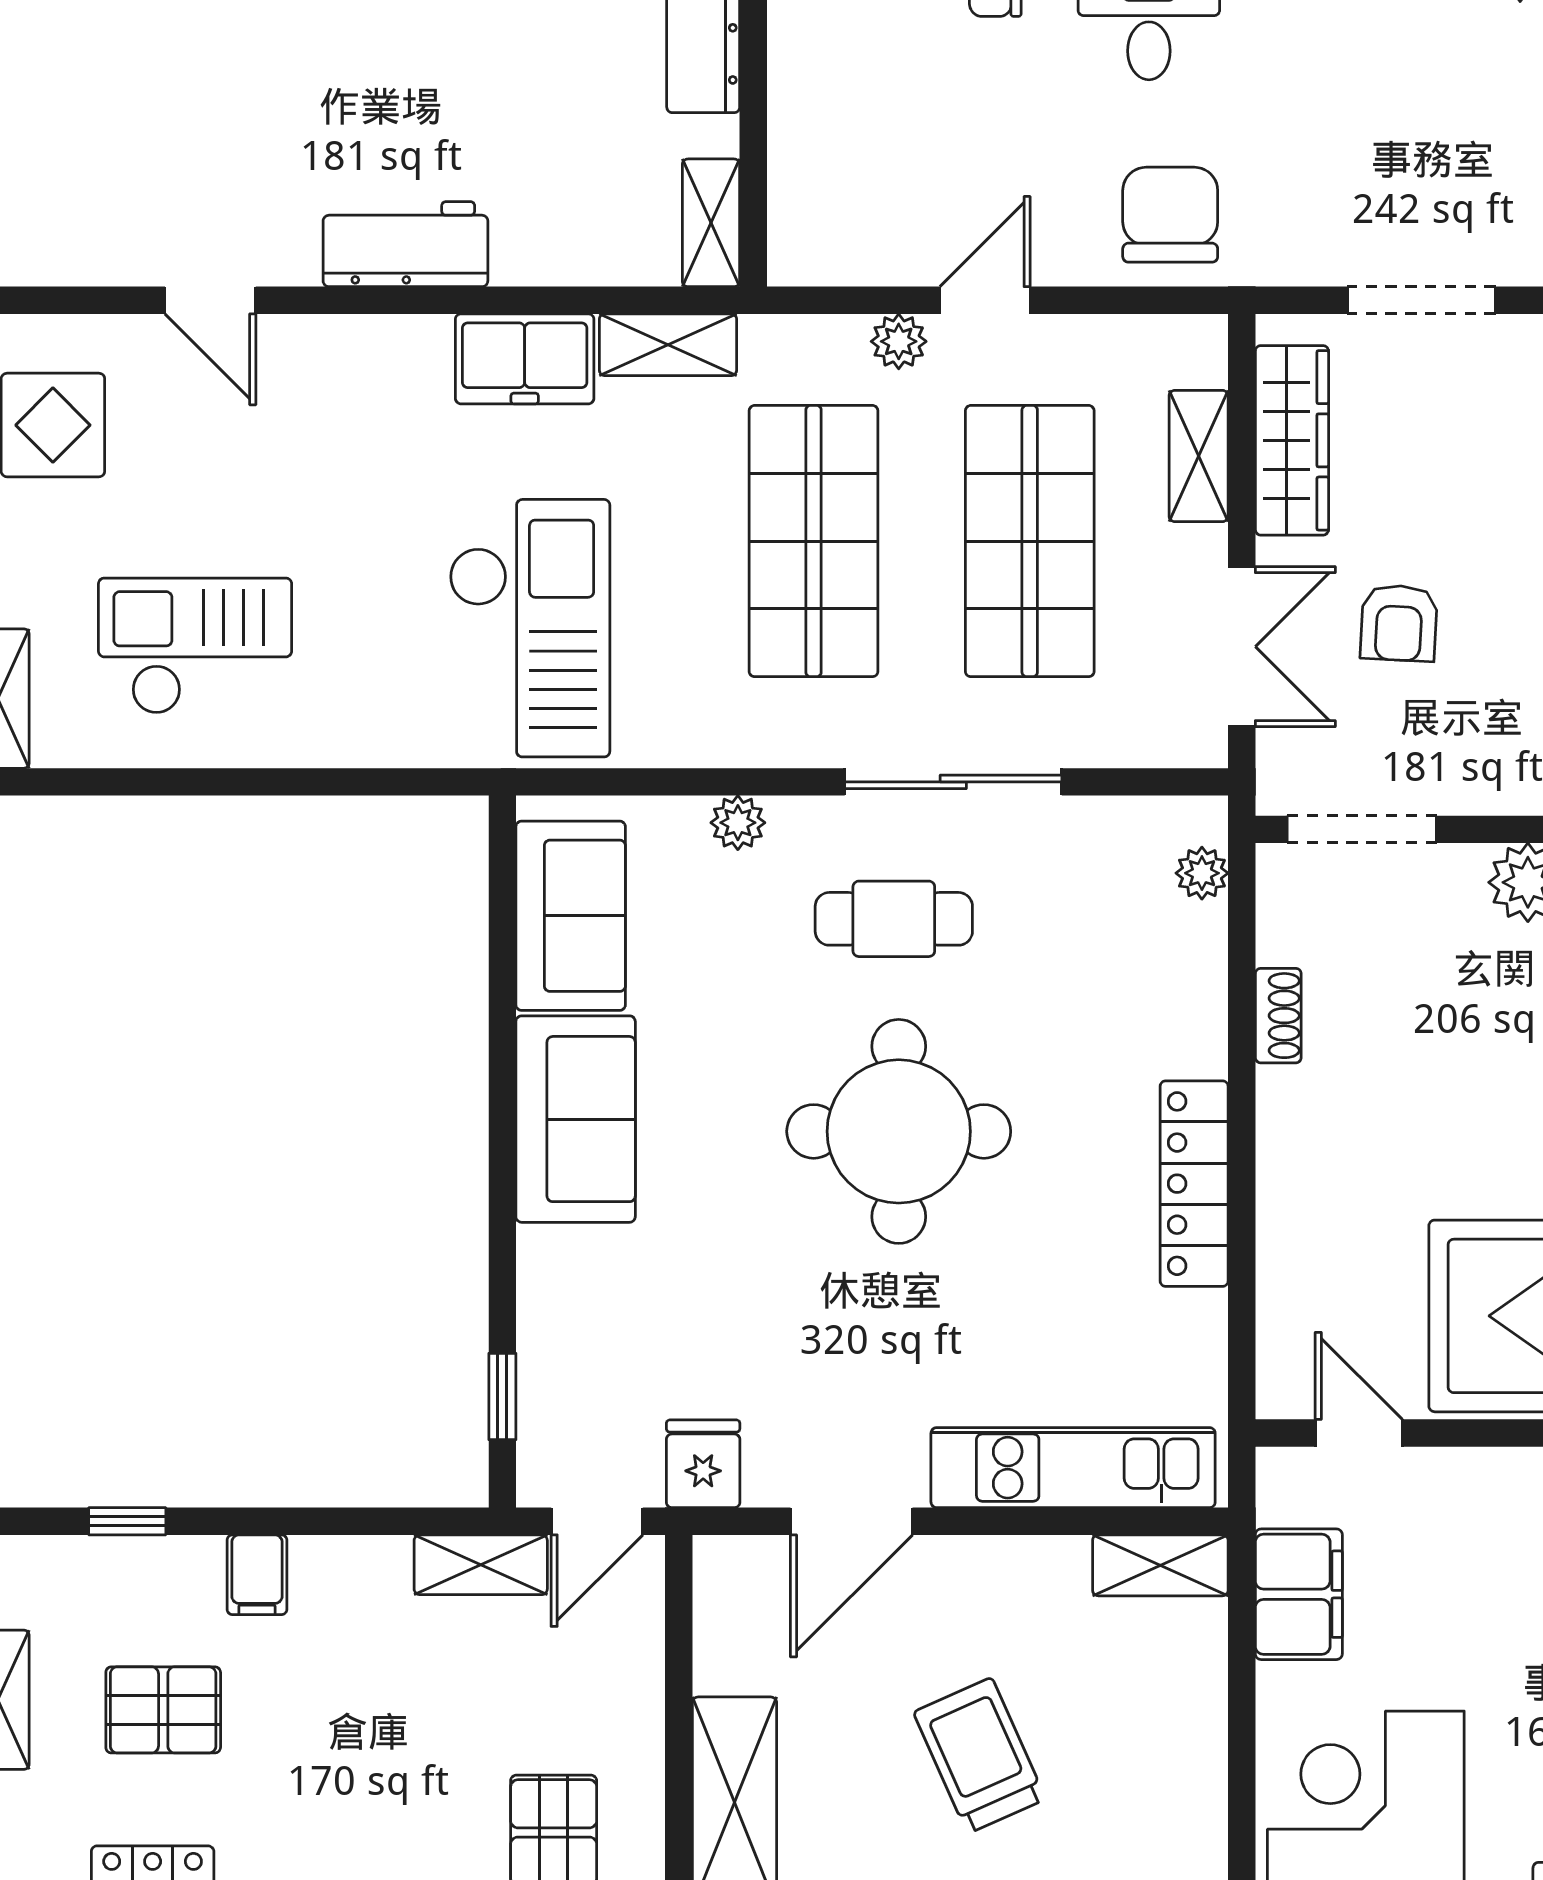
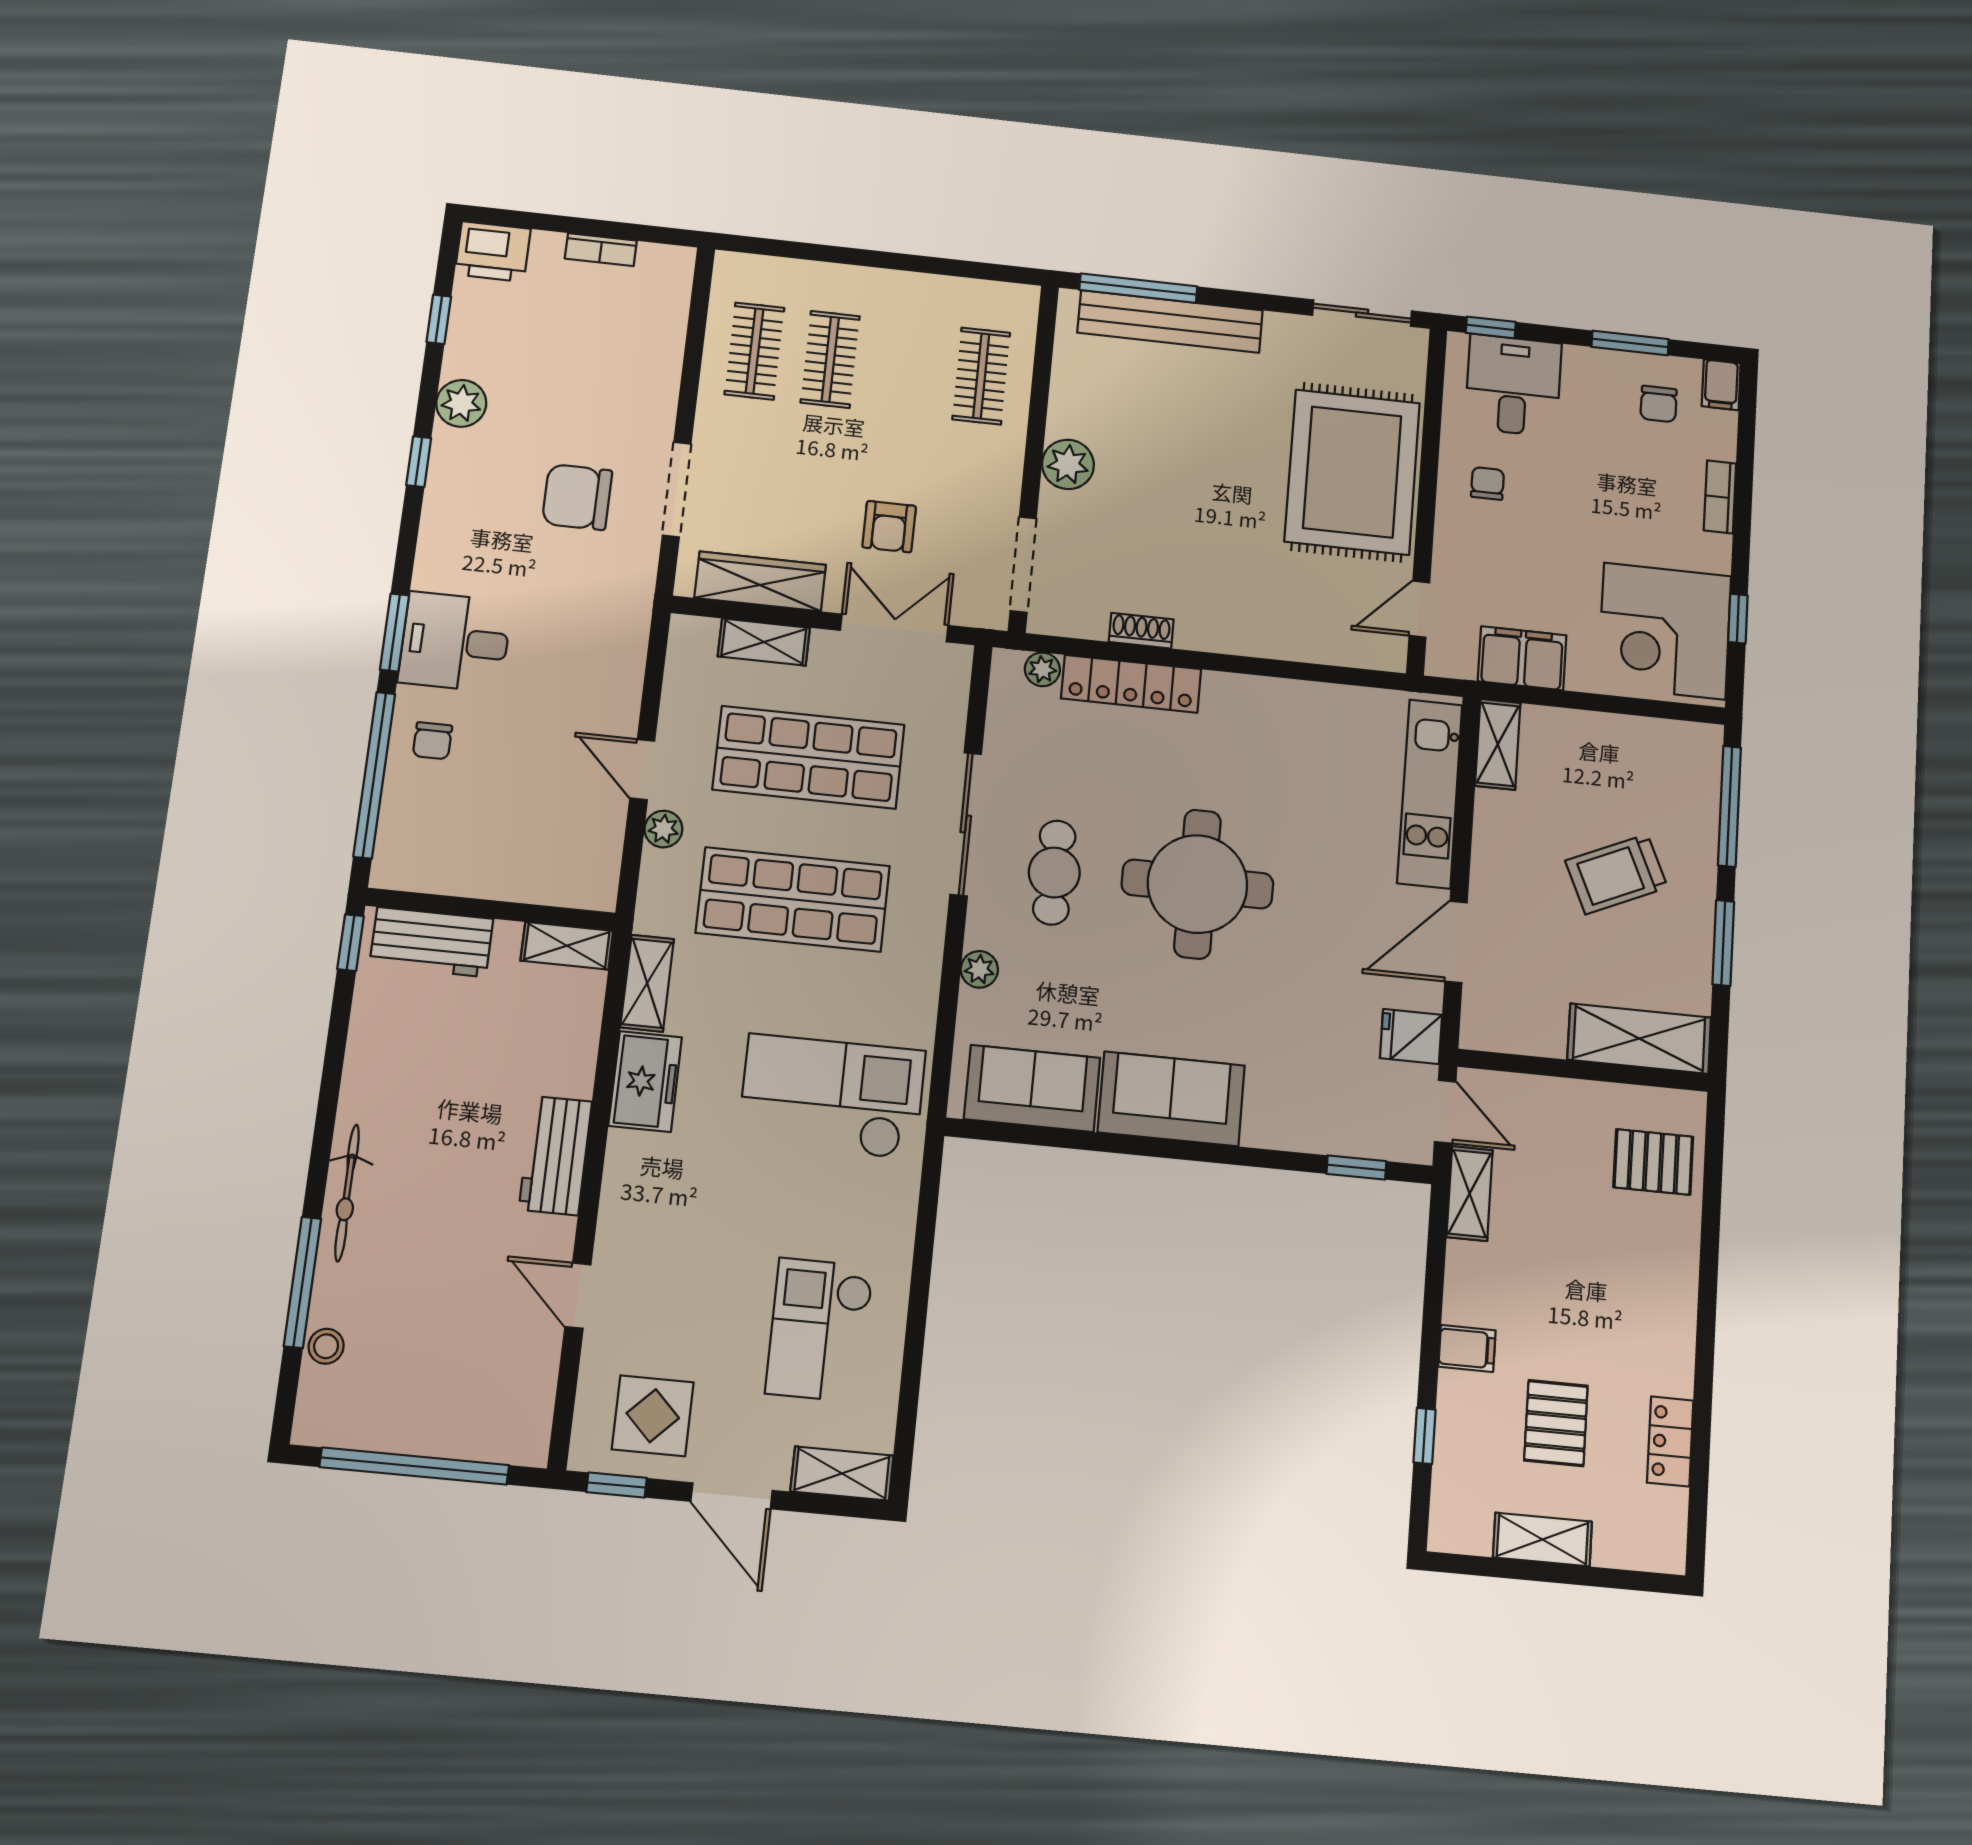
chair: (1170, 215) -> (577, 497), moved
door: (210, 300) -> (578, 1296), swing flipped
armchair: (1399, 623) -> (889, 527), turned 87
locker: (1194, 1184) -> (1131, 684), moved
door: (851, 1521) -> (1456, 942), swing flipped

